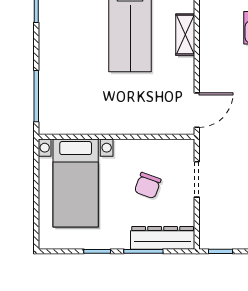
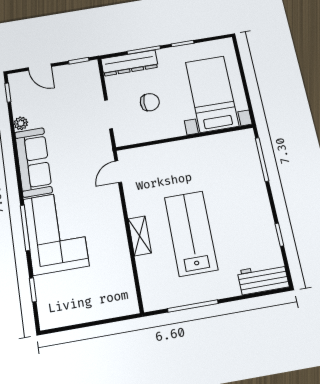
door: (197, 110) -> (118, 172), width x0.73
chair: (148, 186) -> (150, 102), turned 70

